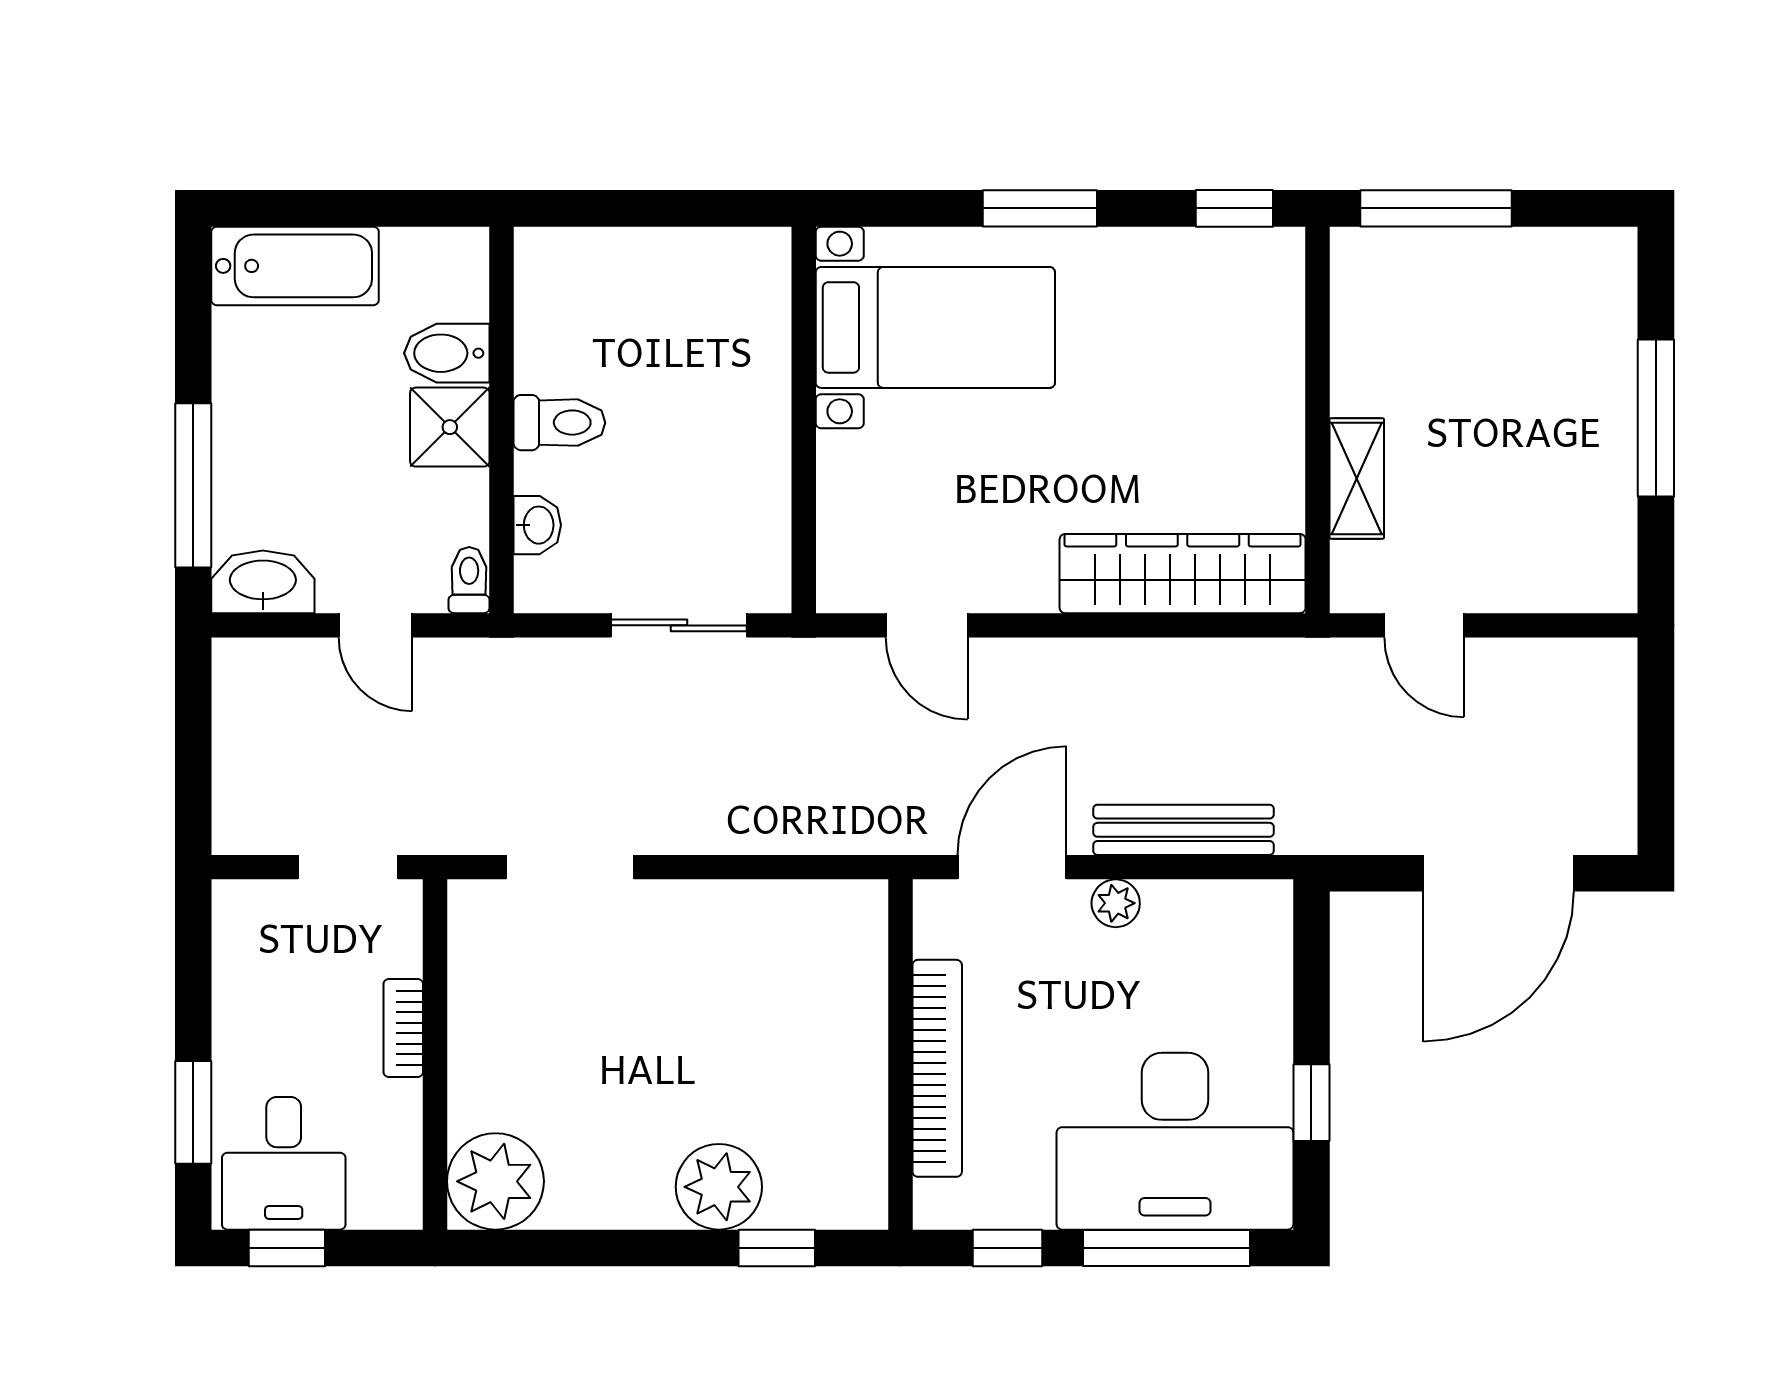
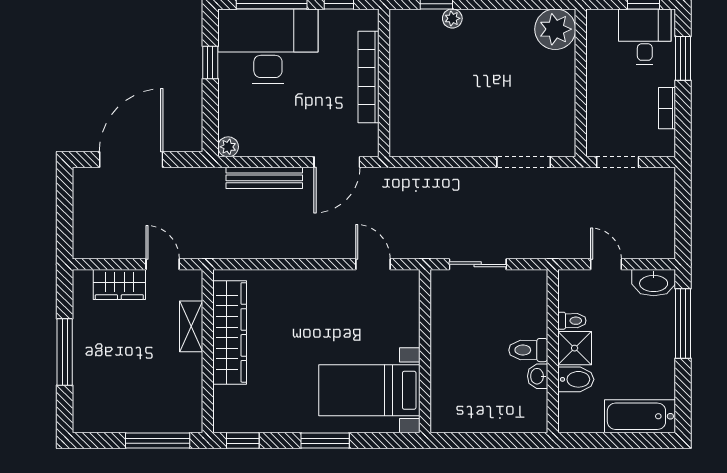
washbasin: (537, 525) -> (538, 376), moved
wardrobe: (1183, 574) -> (230, 332), moved, turned -90
wardrobe: (1527, 578) -> (119, 284), added
toilet: (469, 580) -> (572, 321), moved, turned -90
plant: (1116, 903) -> (228, 147), moved
bookcase: (403, 1028) -> (667, 108), moved, turned 180
plant: (719, 1187) -> (452, 18), width x0.53, depth x0.53

